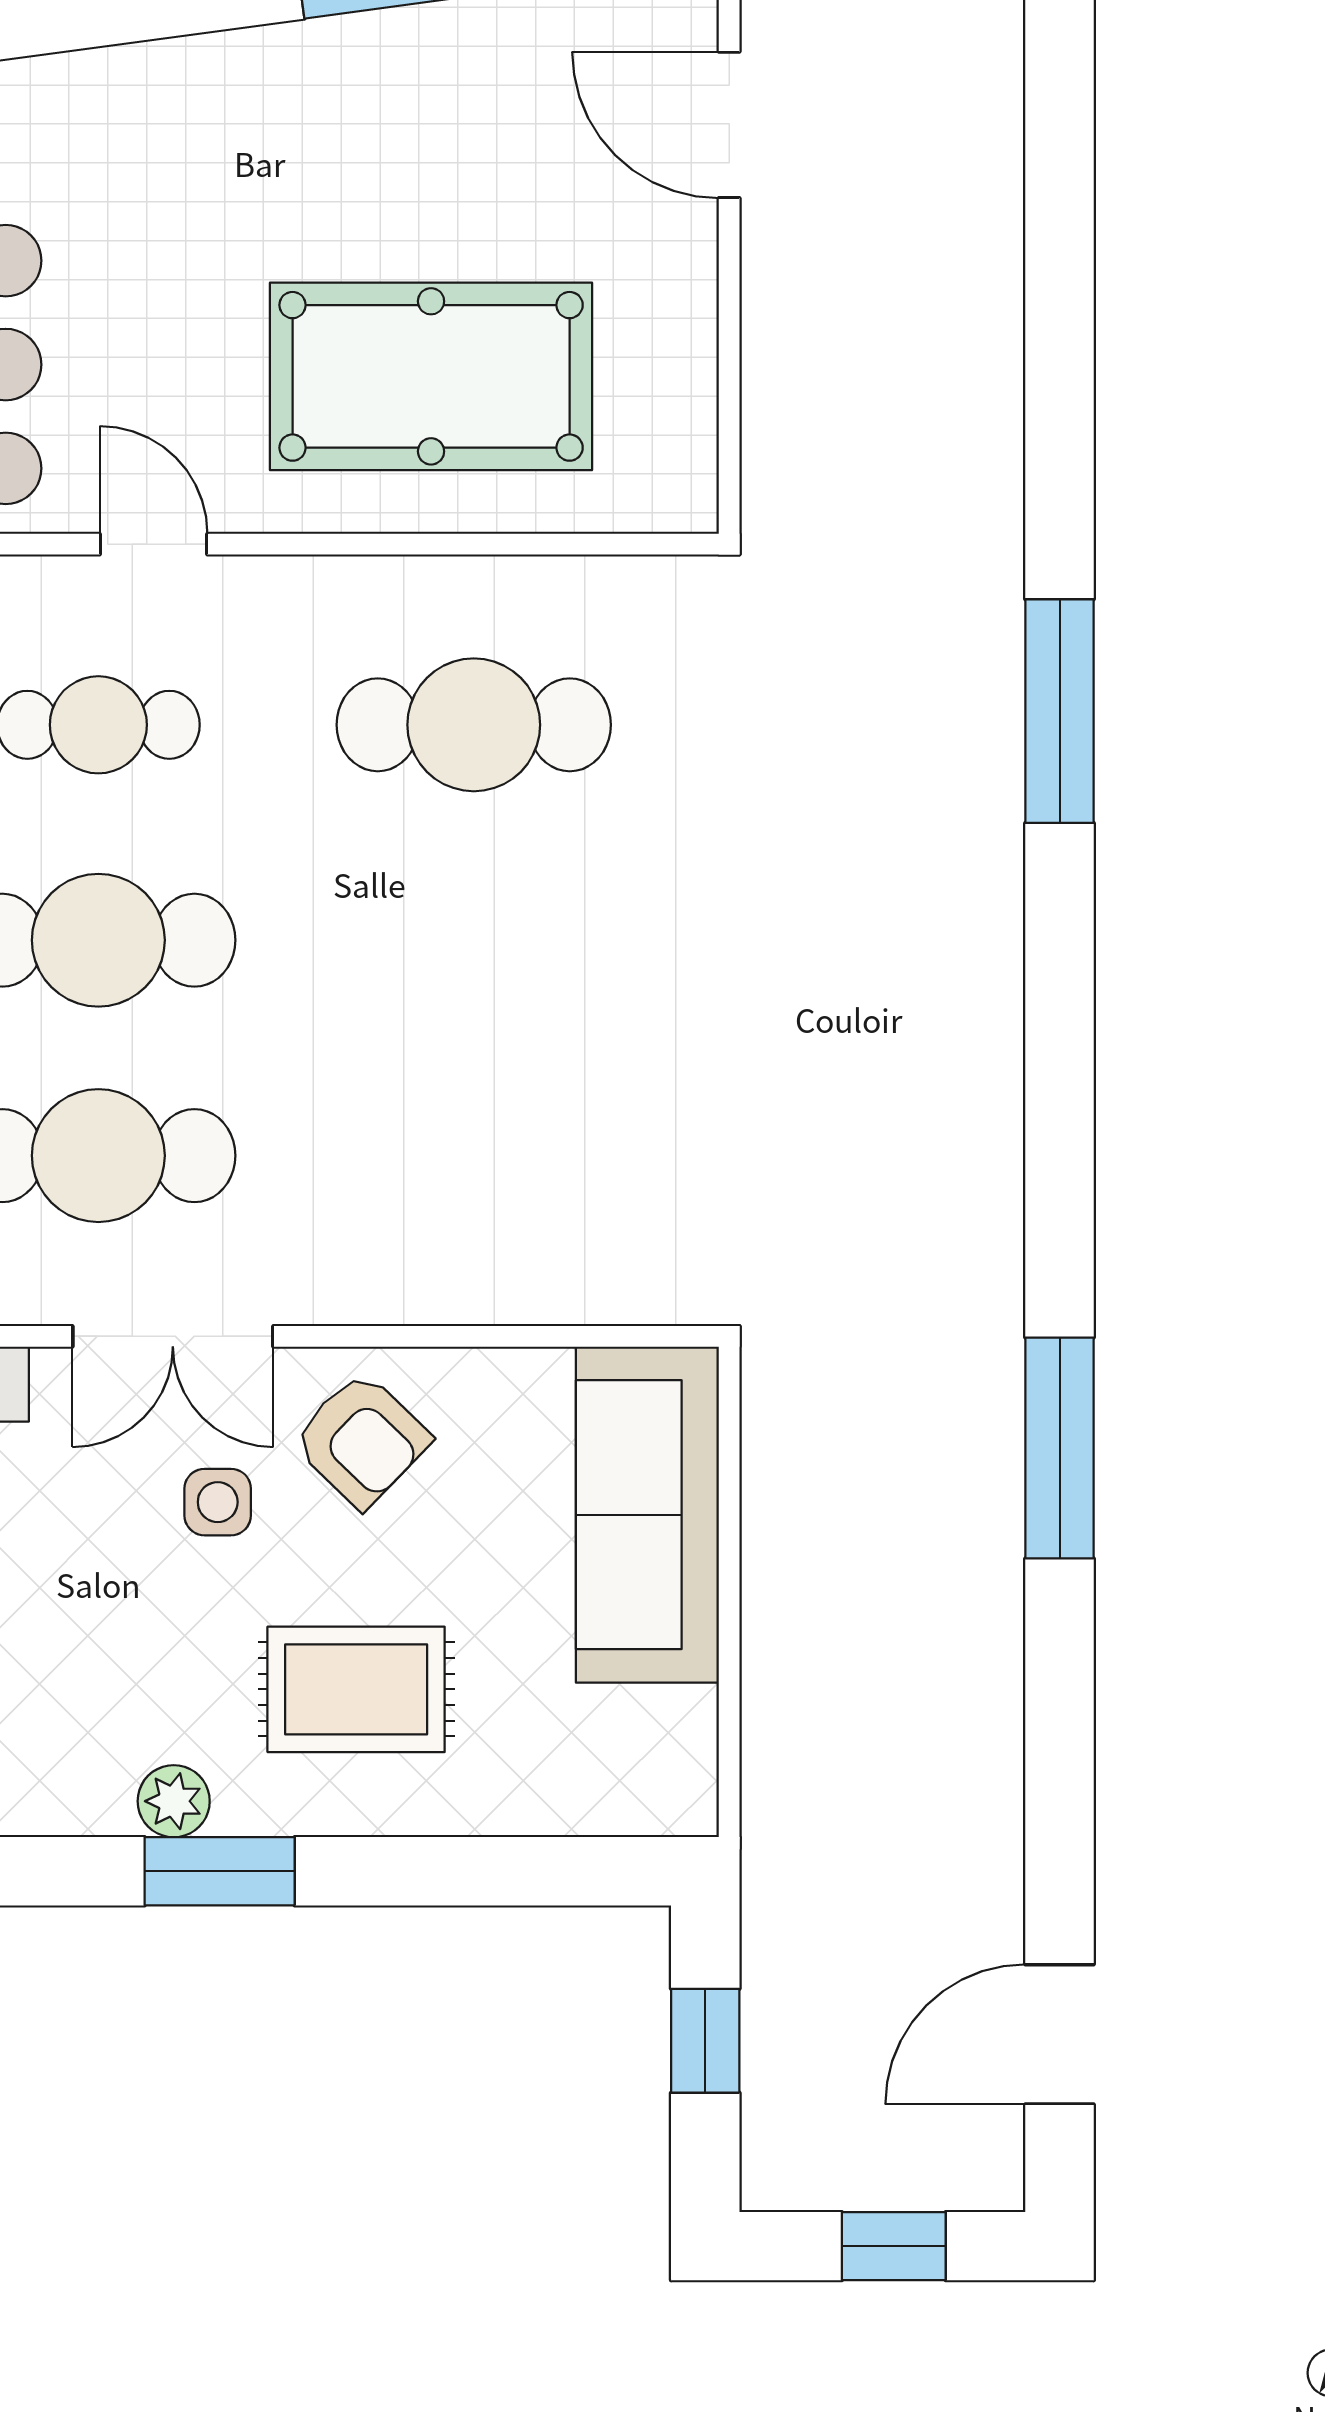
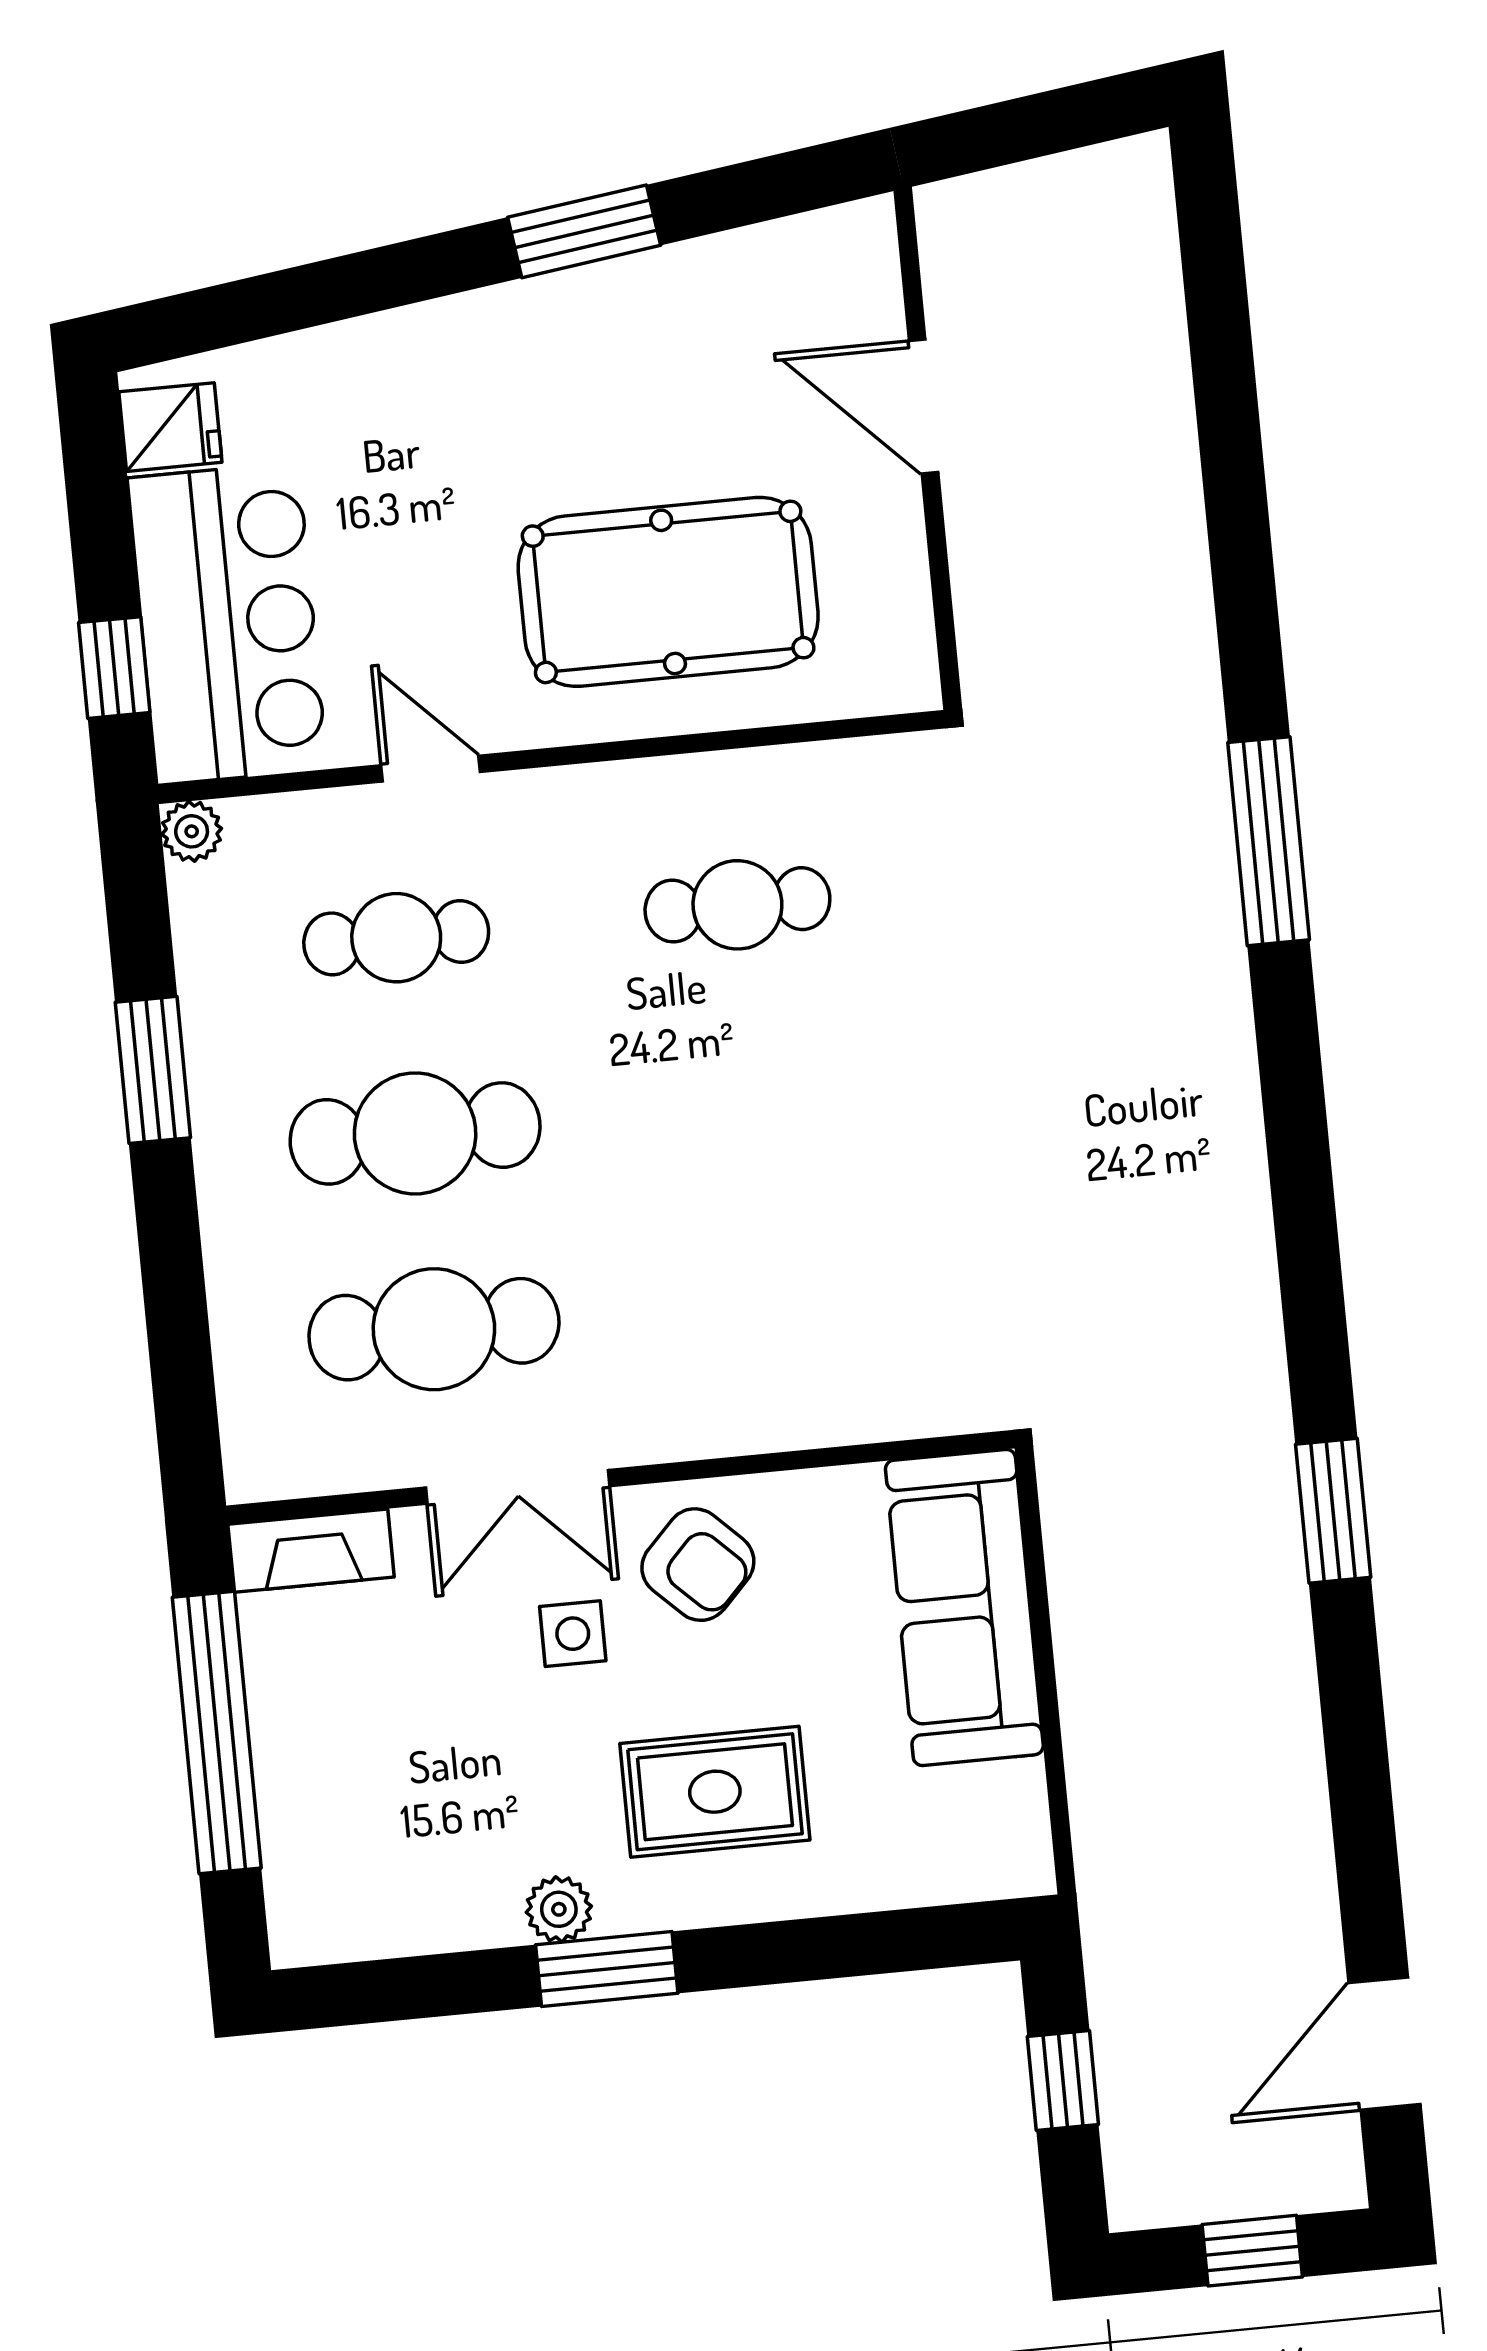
door: (729, 125) -> (924, 407), moved
cafe table: (474, 725) -> (737, 905), width x0.73, depth x0.74
window: (1060, 1448) -> (1333, 1511), width x0.69

